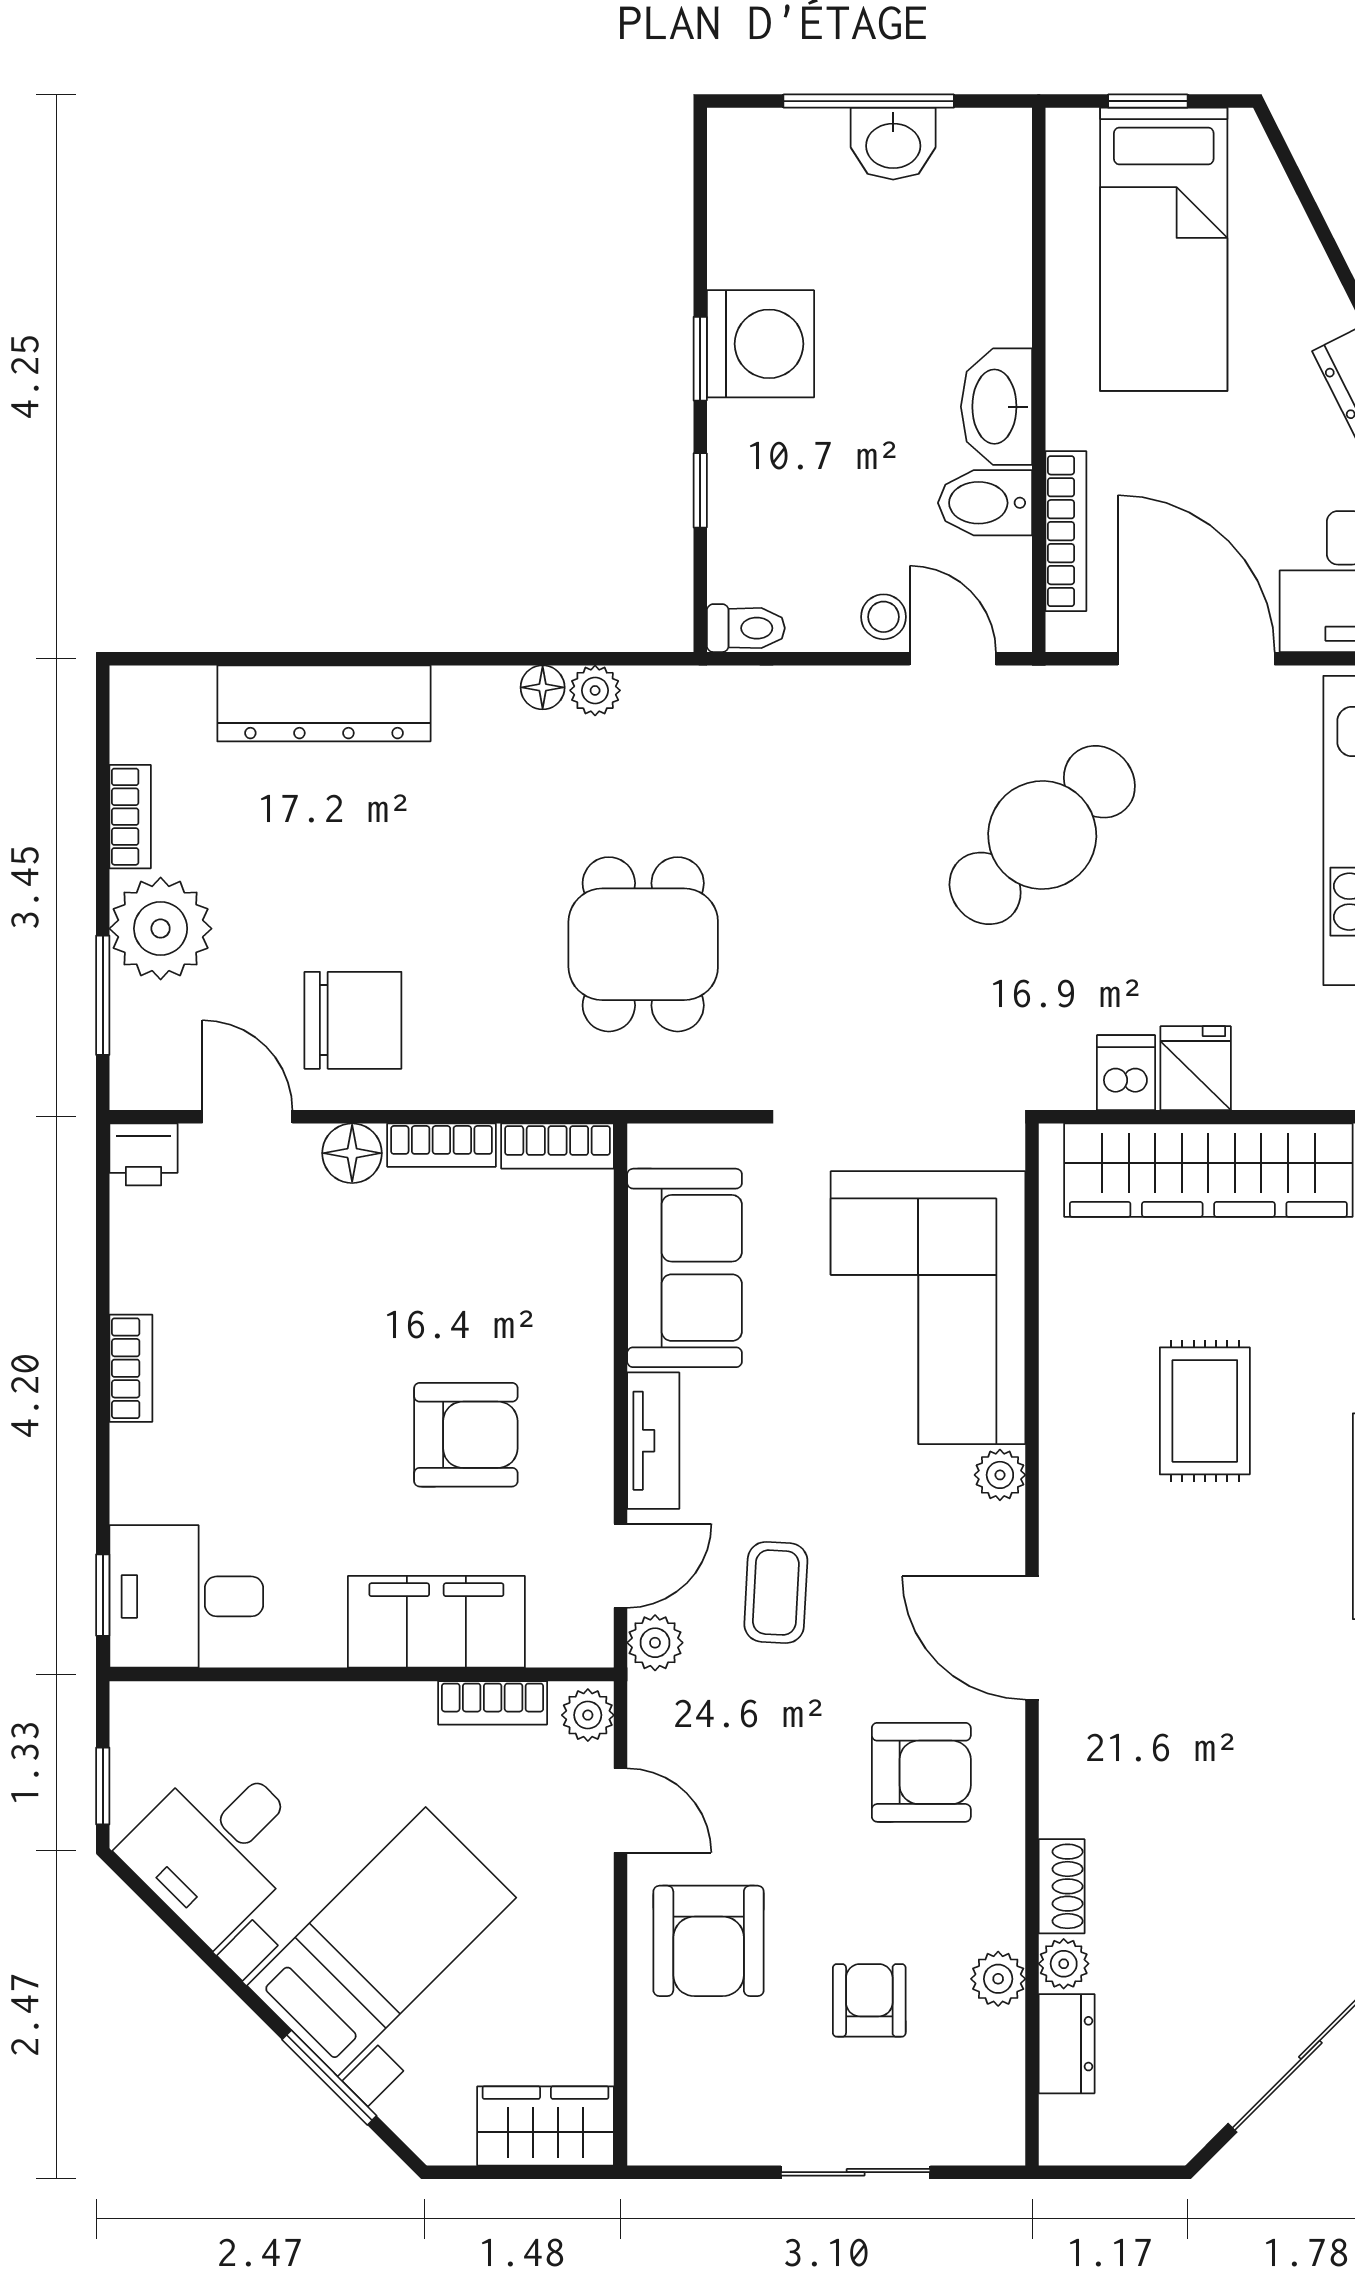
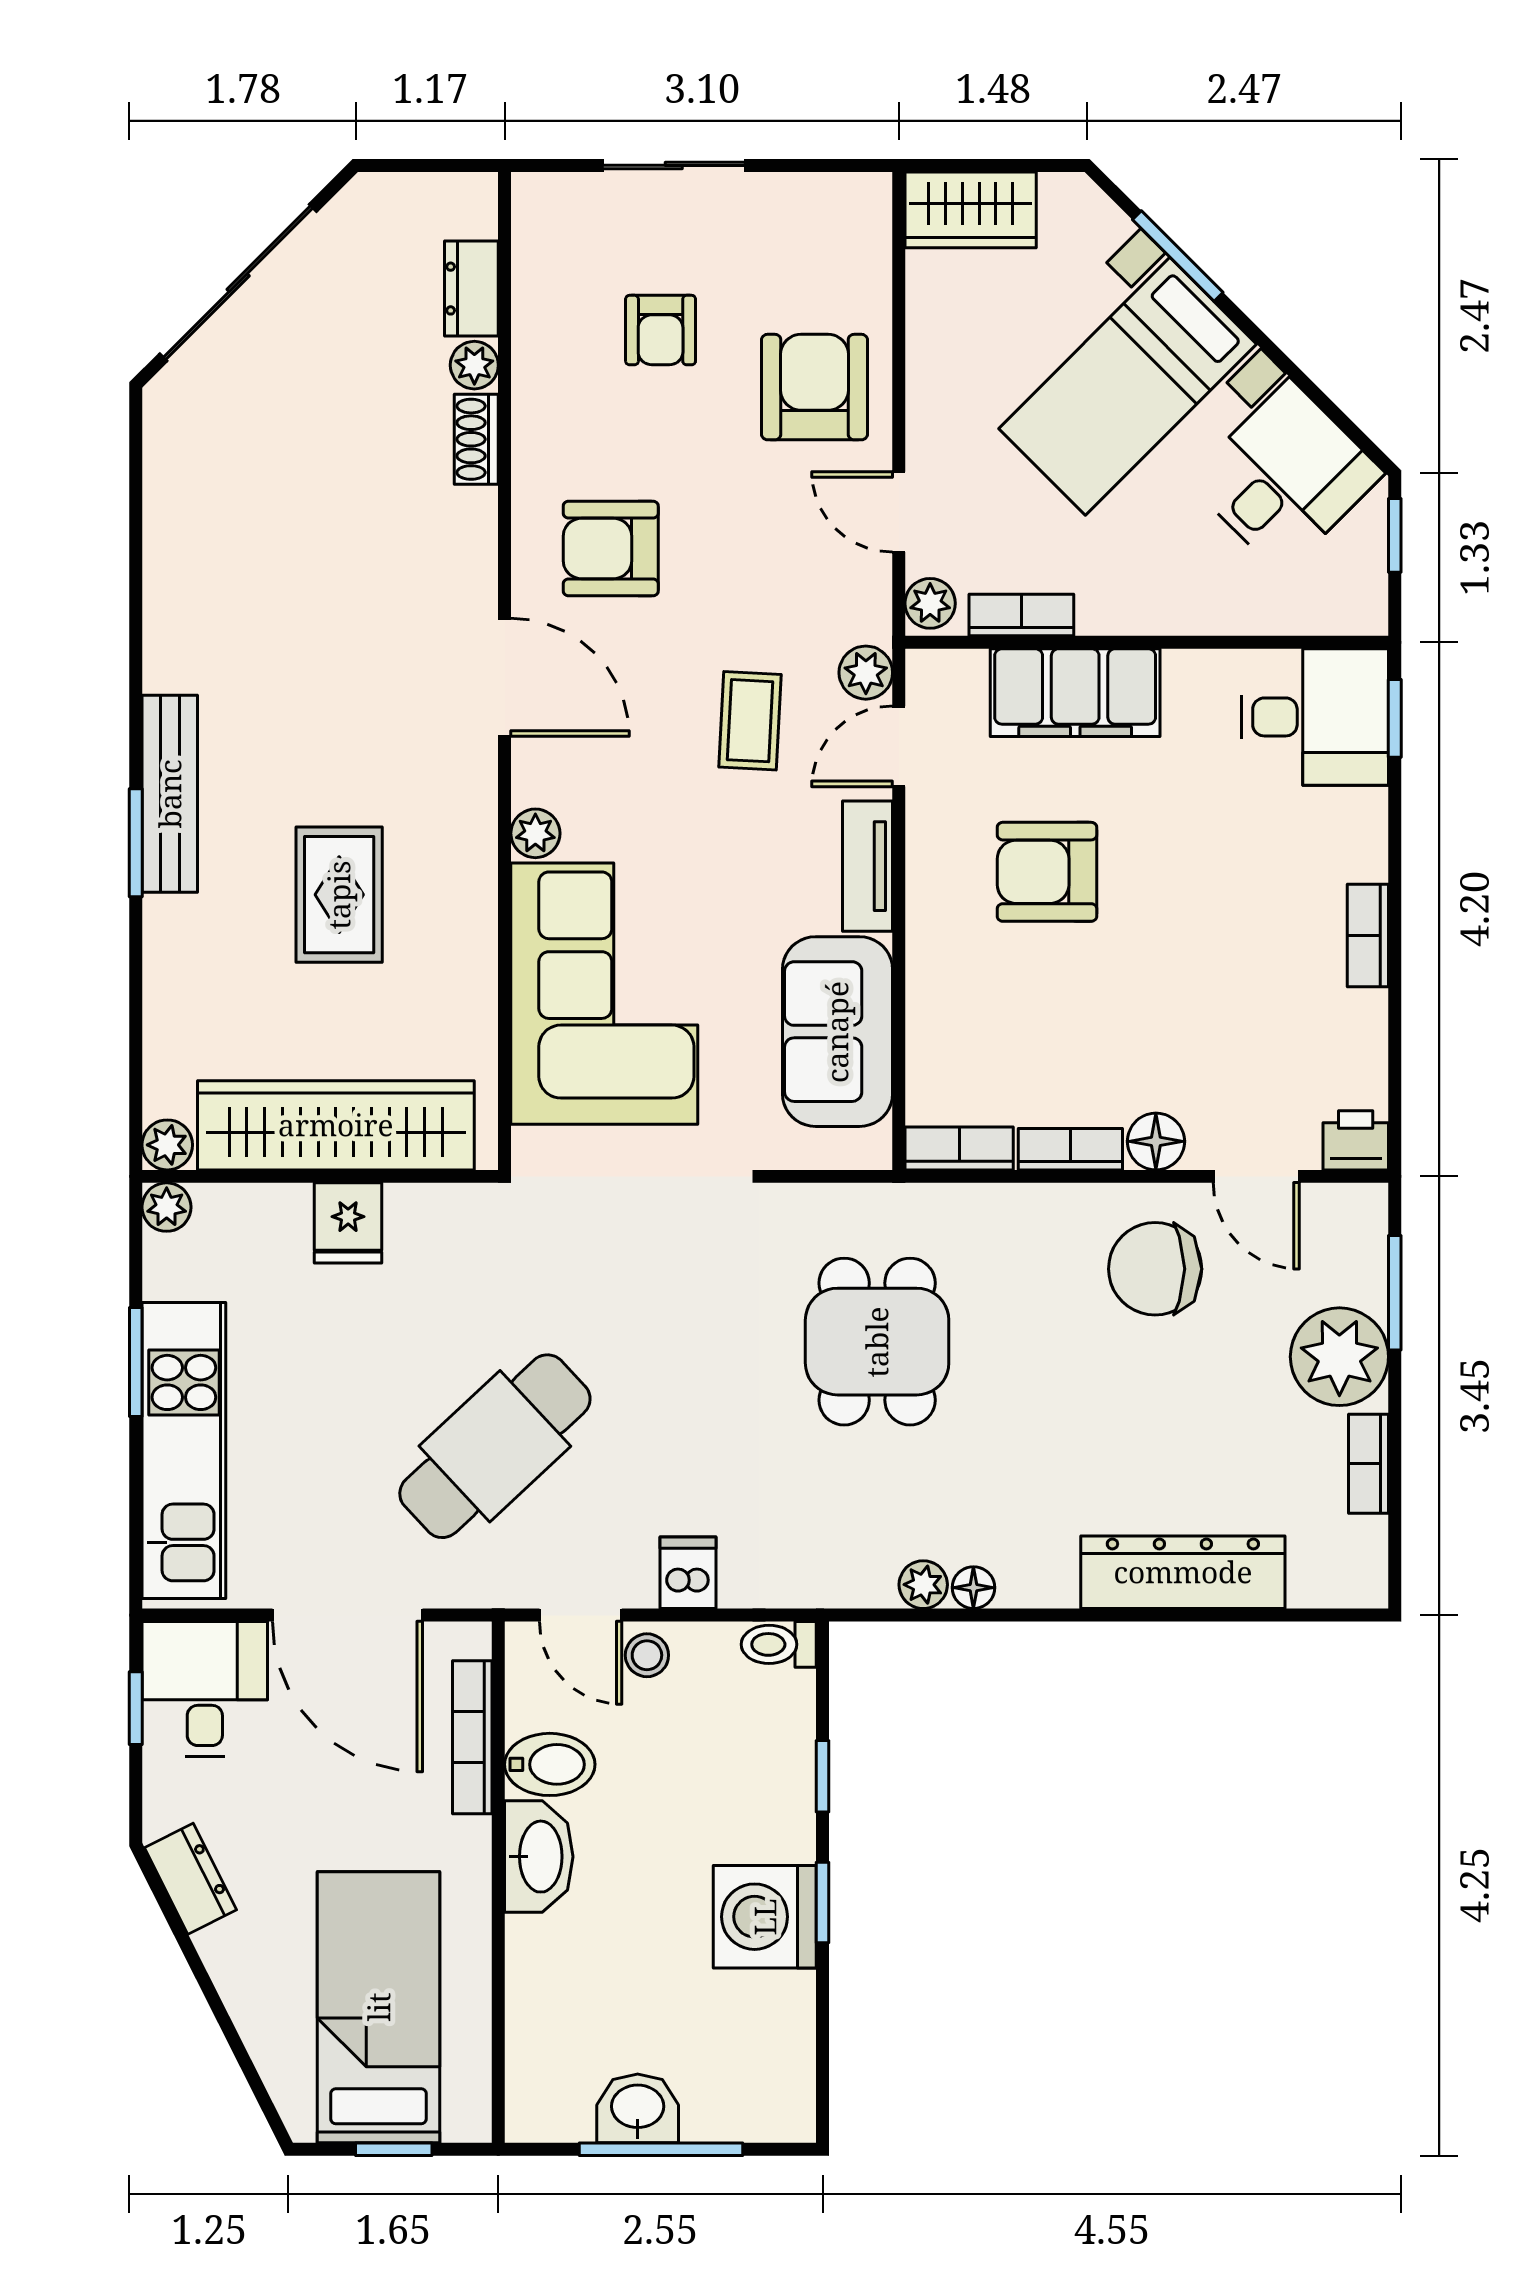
dishwasher: (1126, 1073) -> (688, 1573), moved, turned 180
plant: (998, 1979) -> (537, 351), removed

